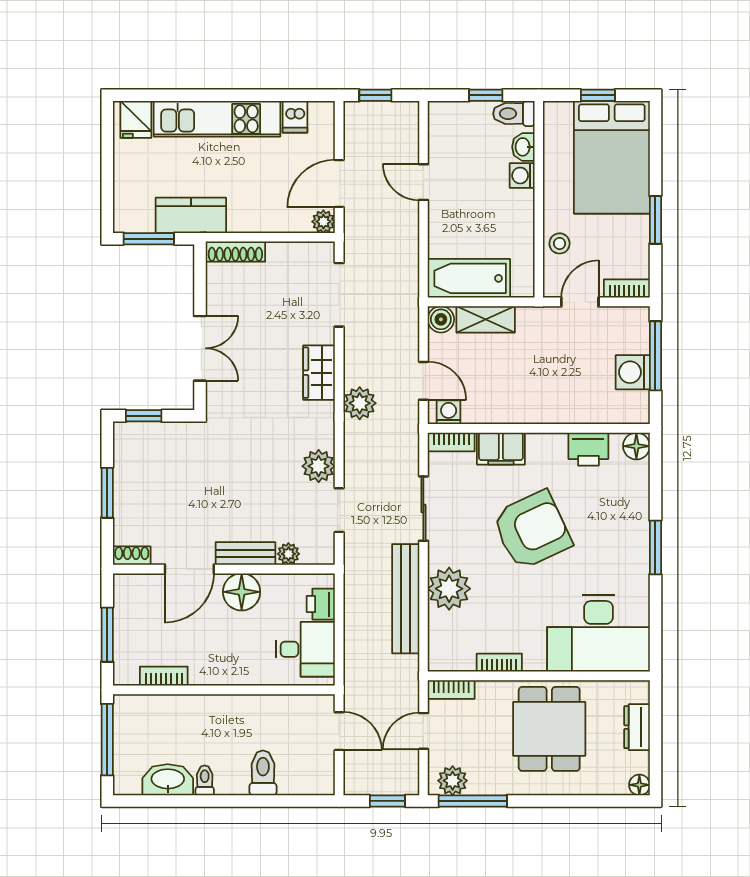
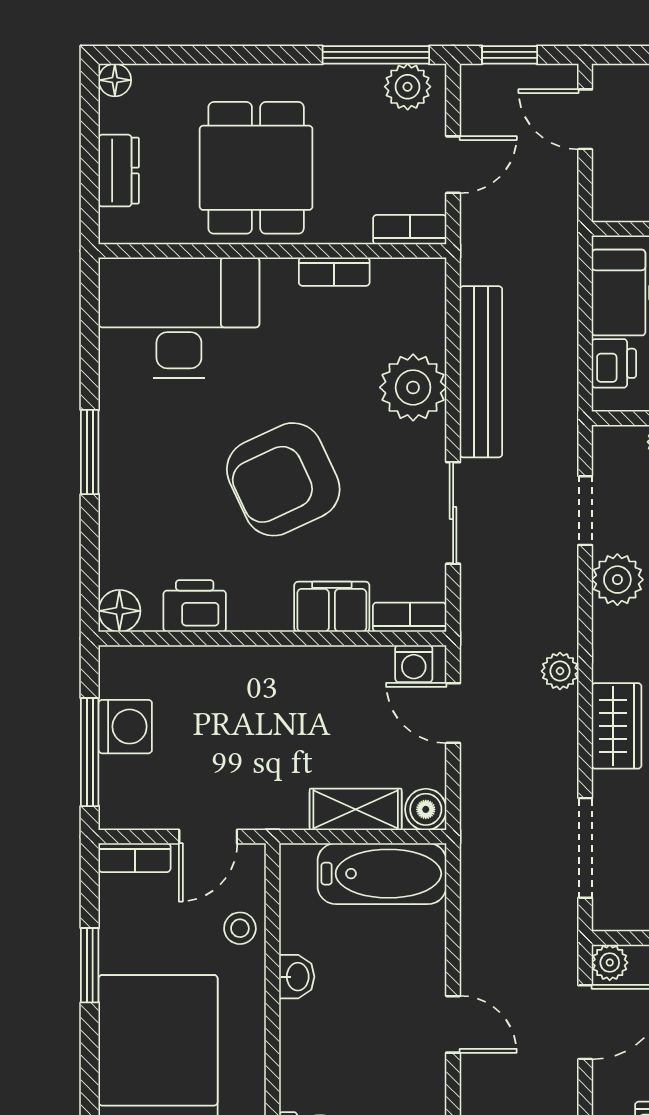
washbasin: (523, 147) -> (297, 977), moved
washing machine: (522, 176) -> (299, 1035), removed
plant: (360, 403) -> (560, 671), width x0.73, depth x0.73
door: (339, 731) -> (585, 119), moved

